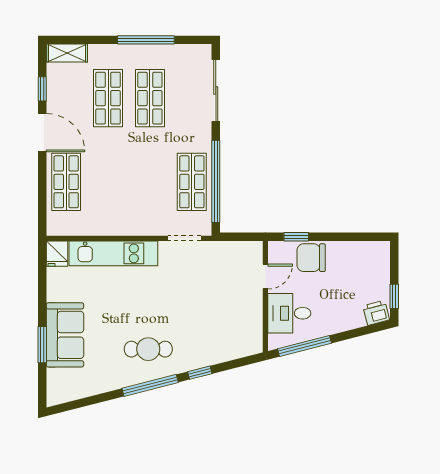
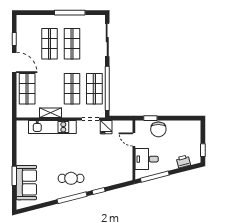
shelving: (67, 53) -> (51, 113), moved
shop shelf: (150, 182) -> (72, 89), added
fridge: (57, 254) -> (106, 127), moved
chair: (311, 258) -> (158, 129), turned -90
door: (265, 277) -> (134, 139), swing flipped
printer: (376, 313) -> (183, 161), moved
sofa: (65, 335) -> (26, 183), moved

